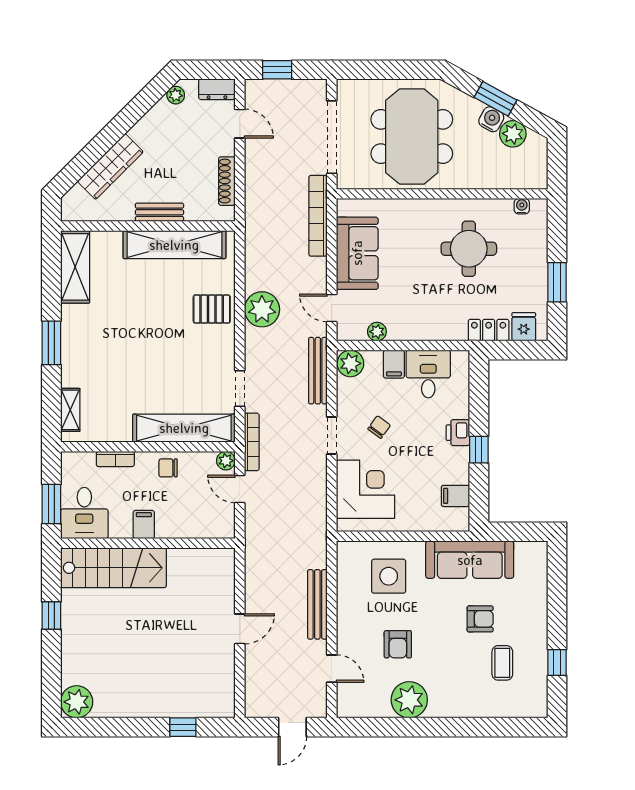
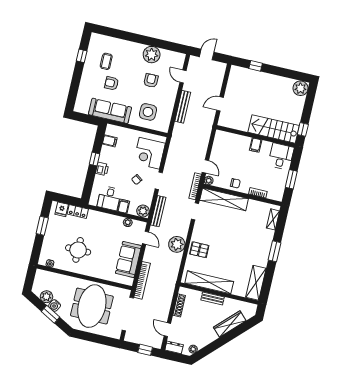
desk: (84, 513) -> (281, 156), moved
filing cabinet: (144, 525) -> (256, 145), moved
wall: (148, 543) -> (256, 136), moved
stairs: (113, 568) -> (274, 129), moved

